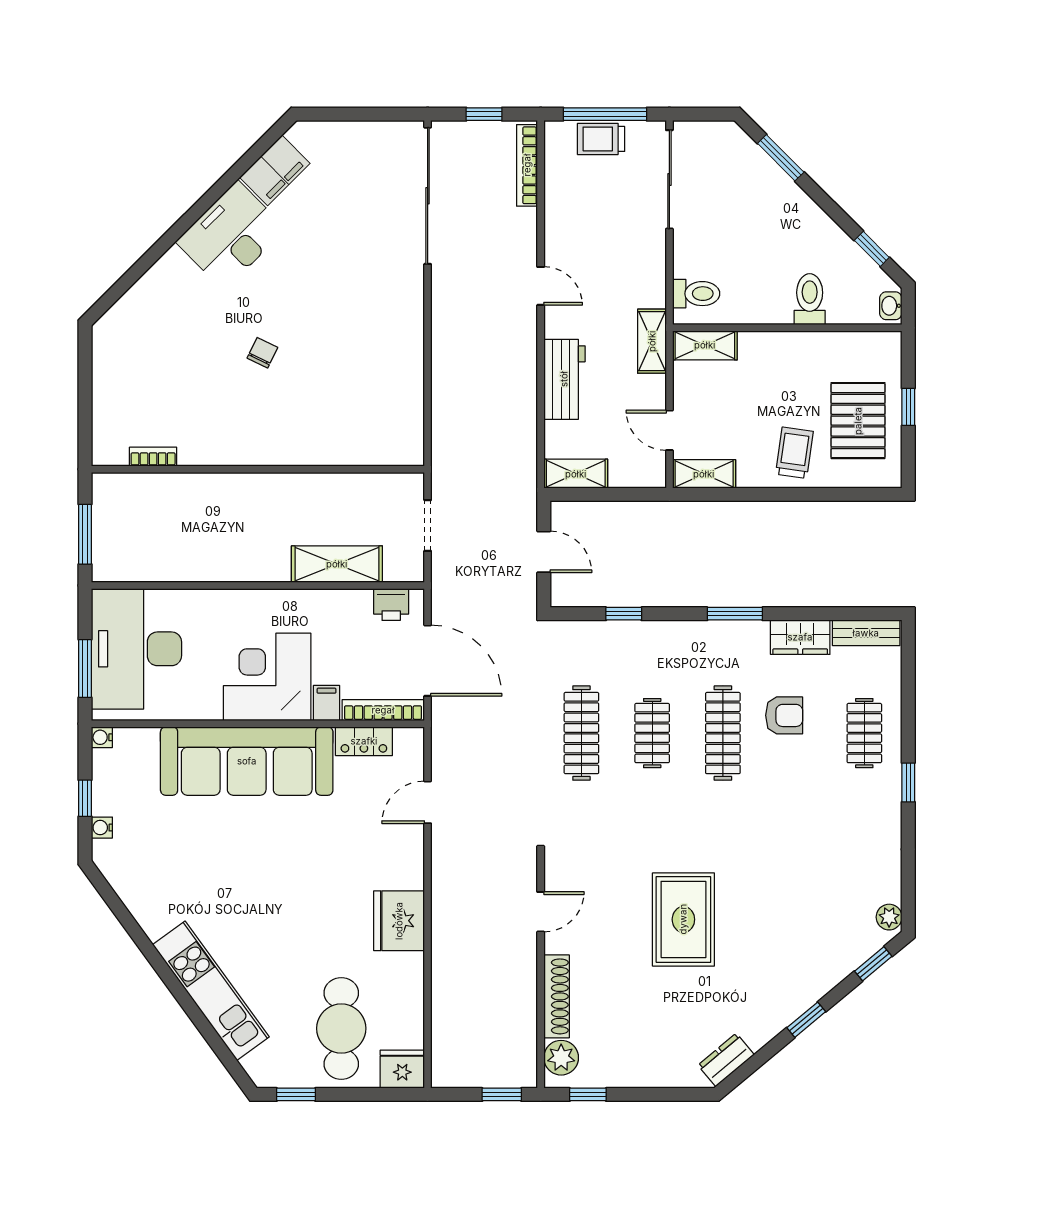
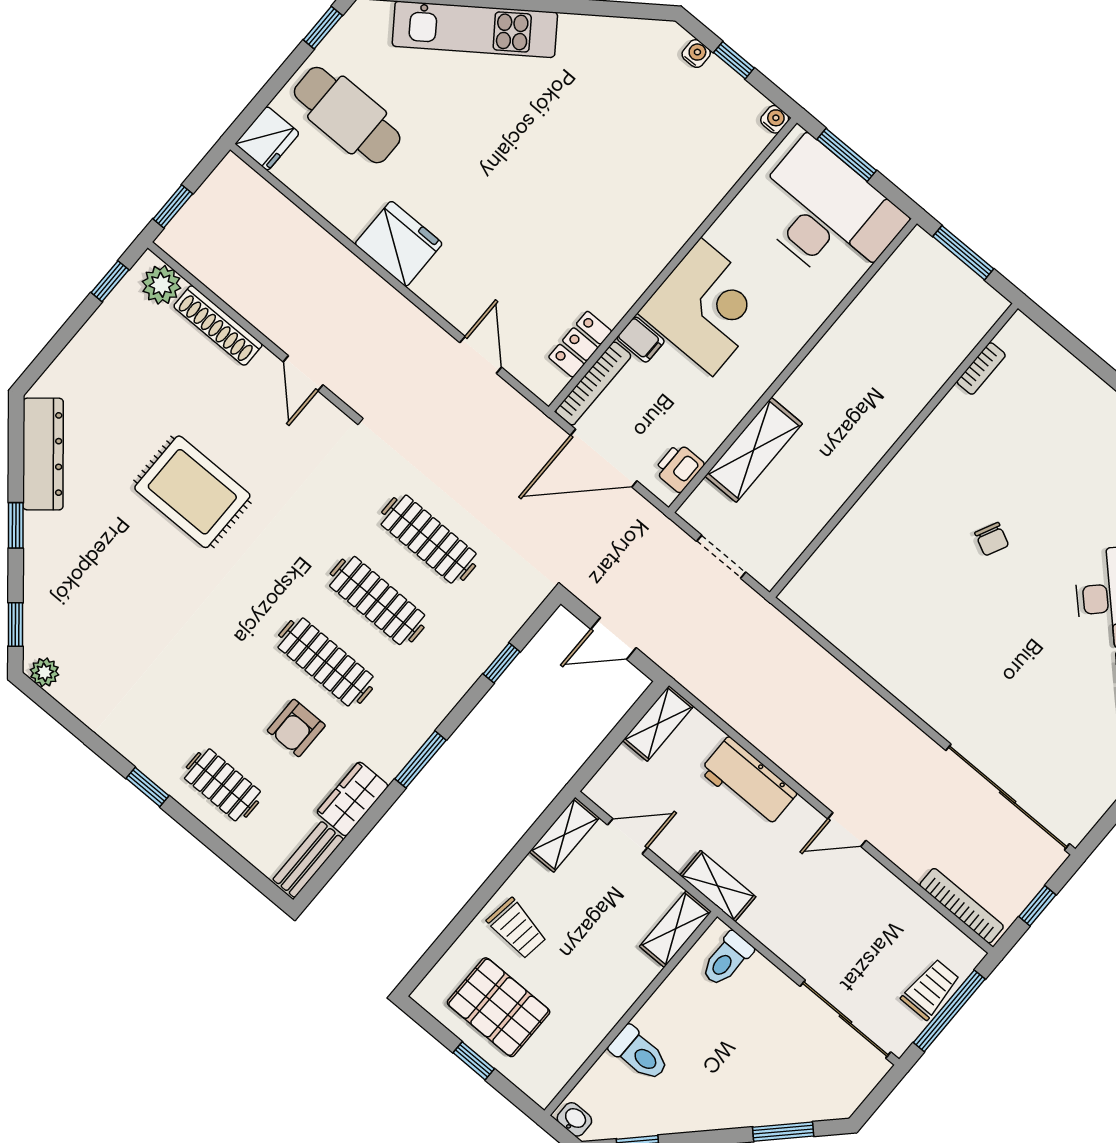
clothes rail: (652, 733) -> (377, 601), width x1.36
sofa: (247, 761) -> (648, 228), removed
dresser: (726, 1060) -> (43, 454), width x1.96, depth x1.24

